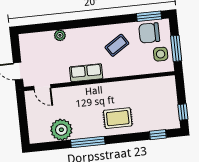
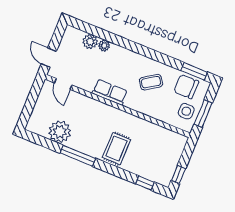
plant: (46, 38) -> (90, 42), added
rug: (118, 118) -> (116, 149), turned 90

